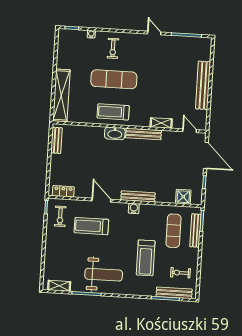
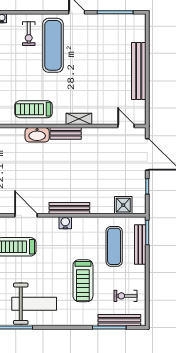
exercise mat: (114, 79) -> (53, 45), moved, turned 90
shelving: (161, 123) -> (79, 119), moved
bench: (144, 134) -> (66, 133), width x0.73

